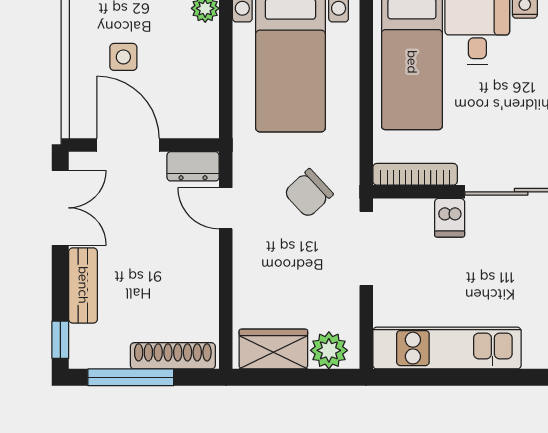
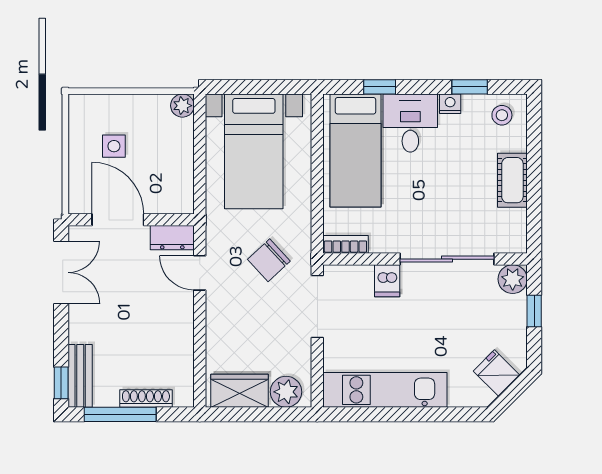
bookcase: (415, 174) -> (345, 244), width x0.64
bench: (83, 285) -> (80, 376), moved
shoe rack: (173, 356) -> (146, 398), width x0.74, depth x0.81

